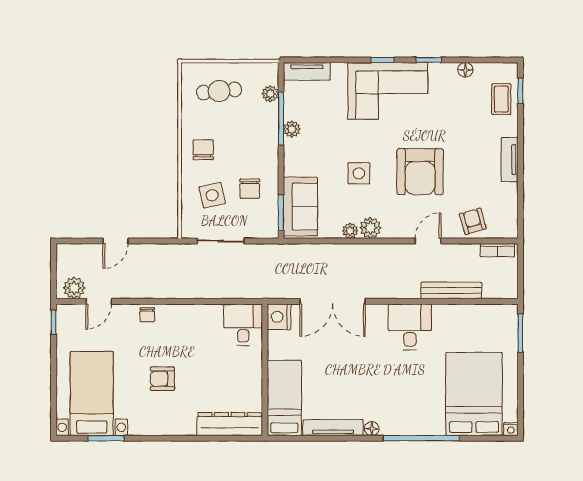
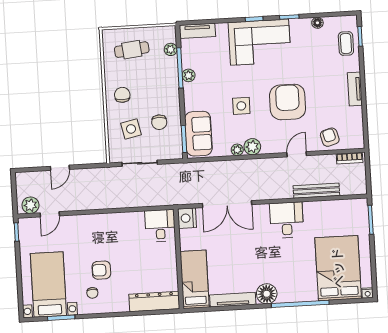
armchair: (420, 172) -> (288, 102), turned 180
chair: (147, 315) -> (92, 293), moved
floor lamp: (372, 429) -> (267, 294), width x1.89, depth x1.89

